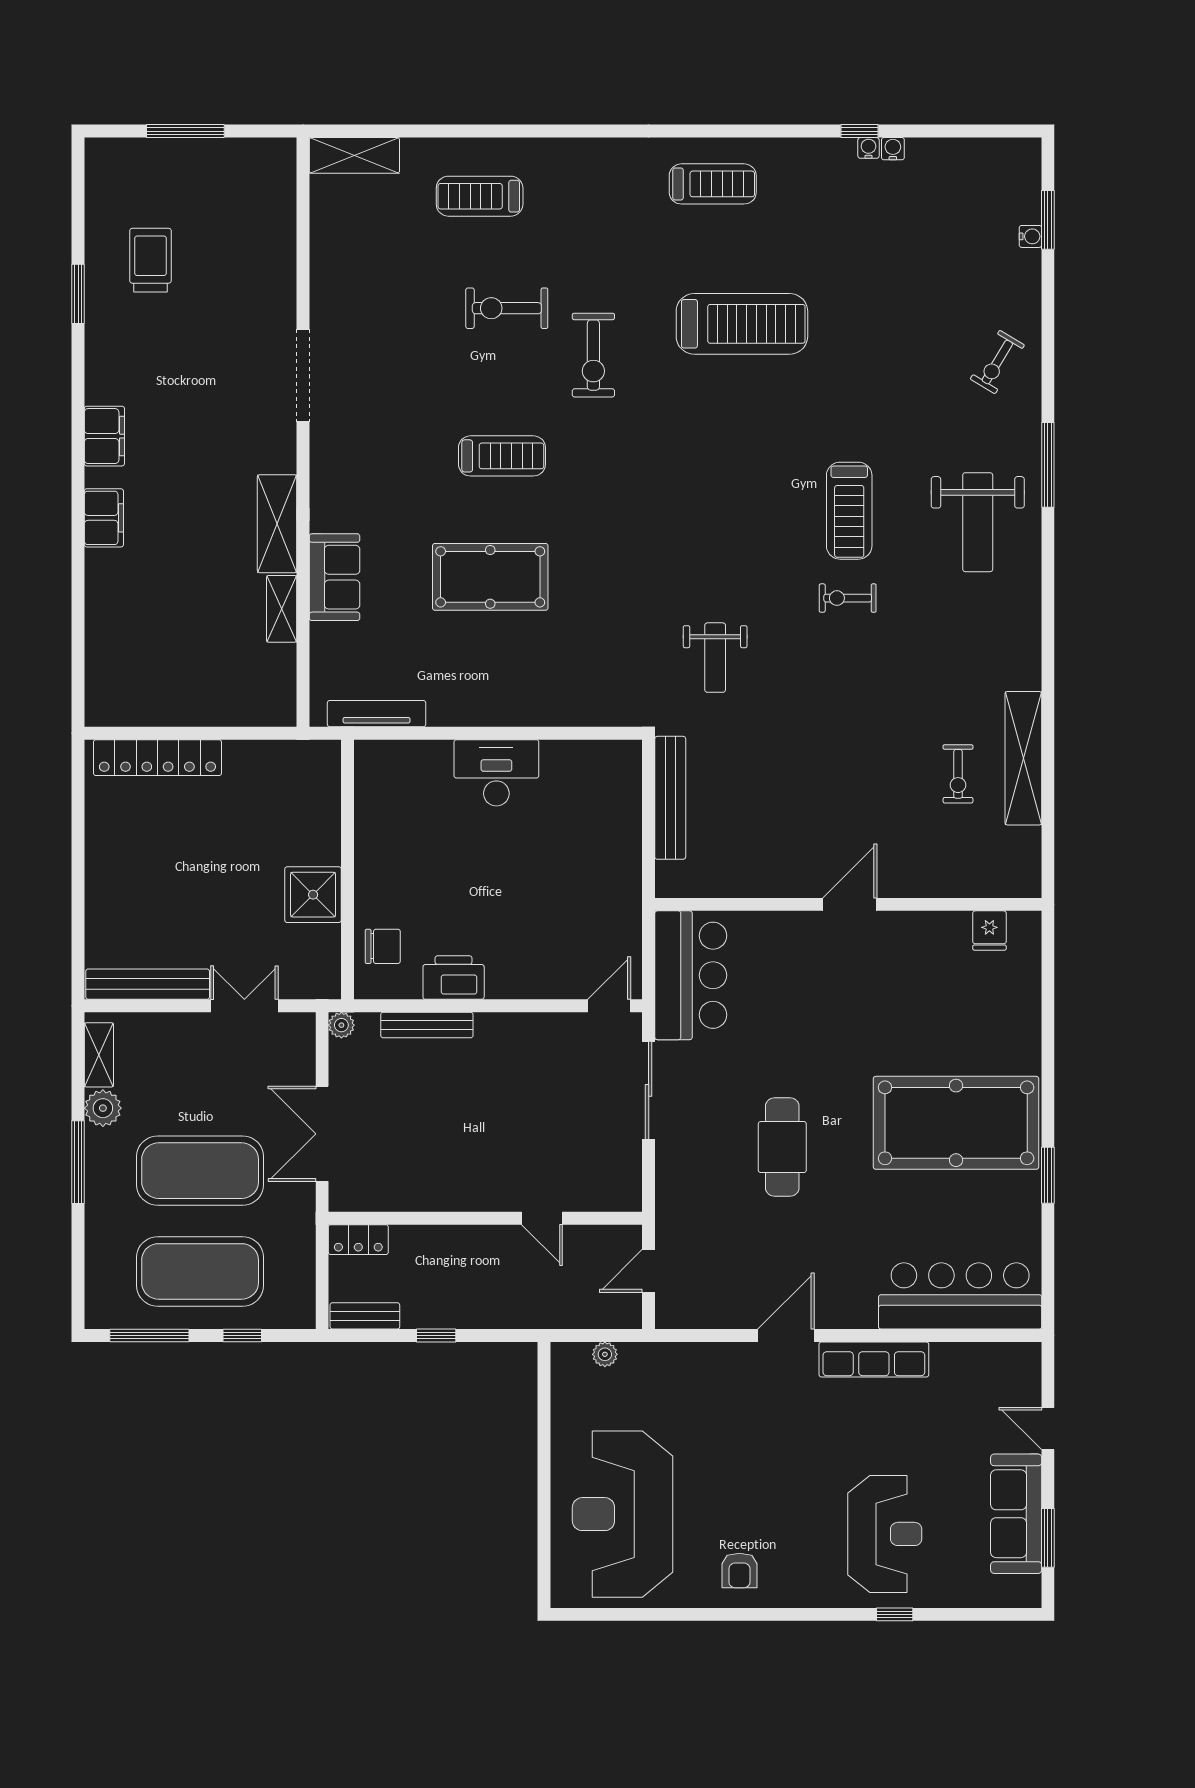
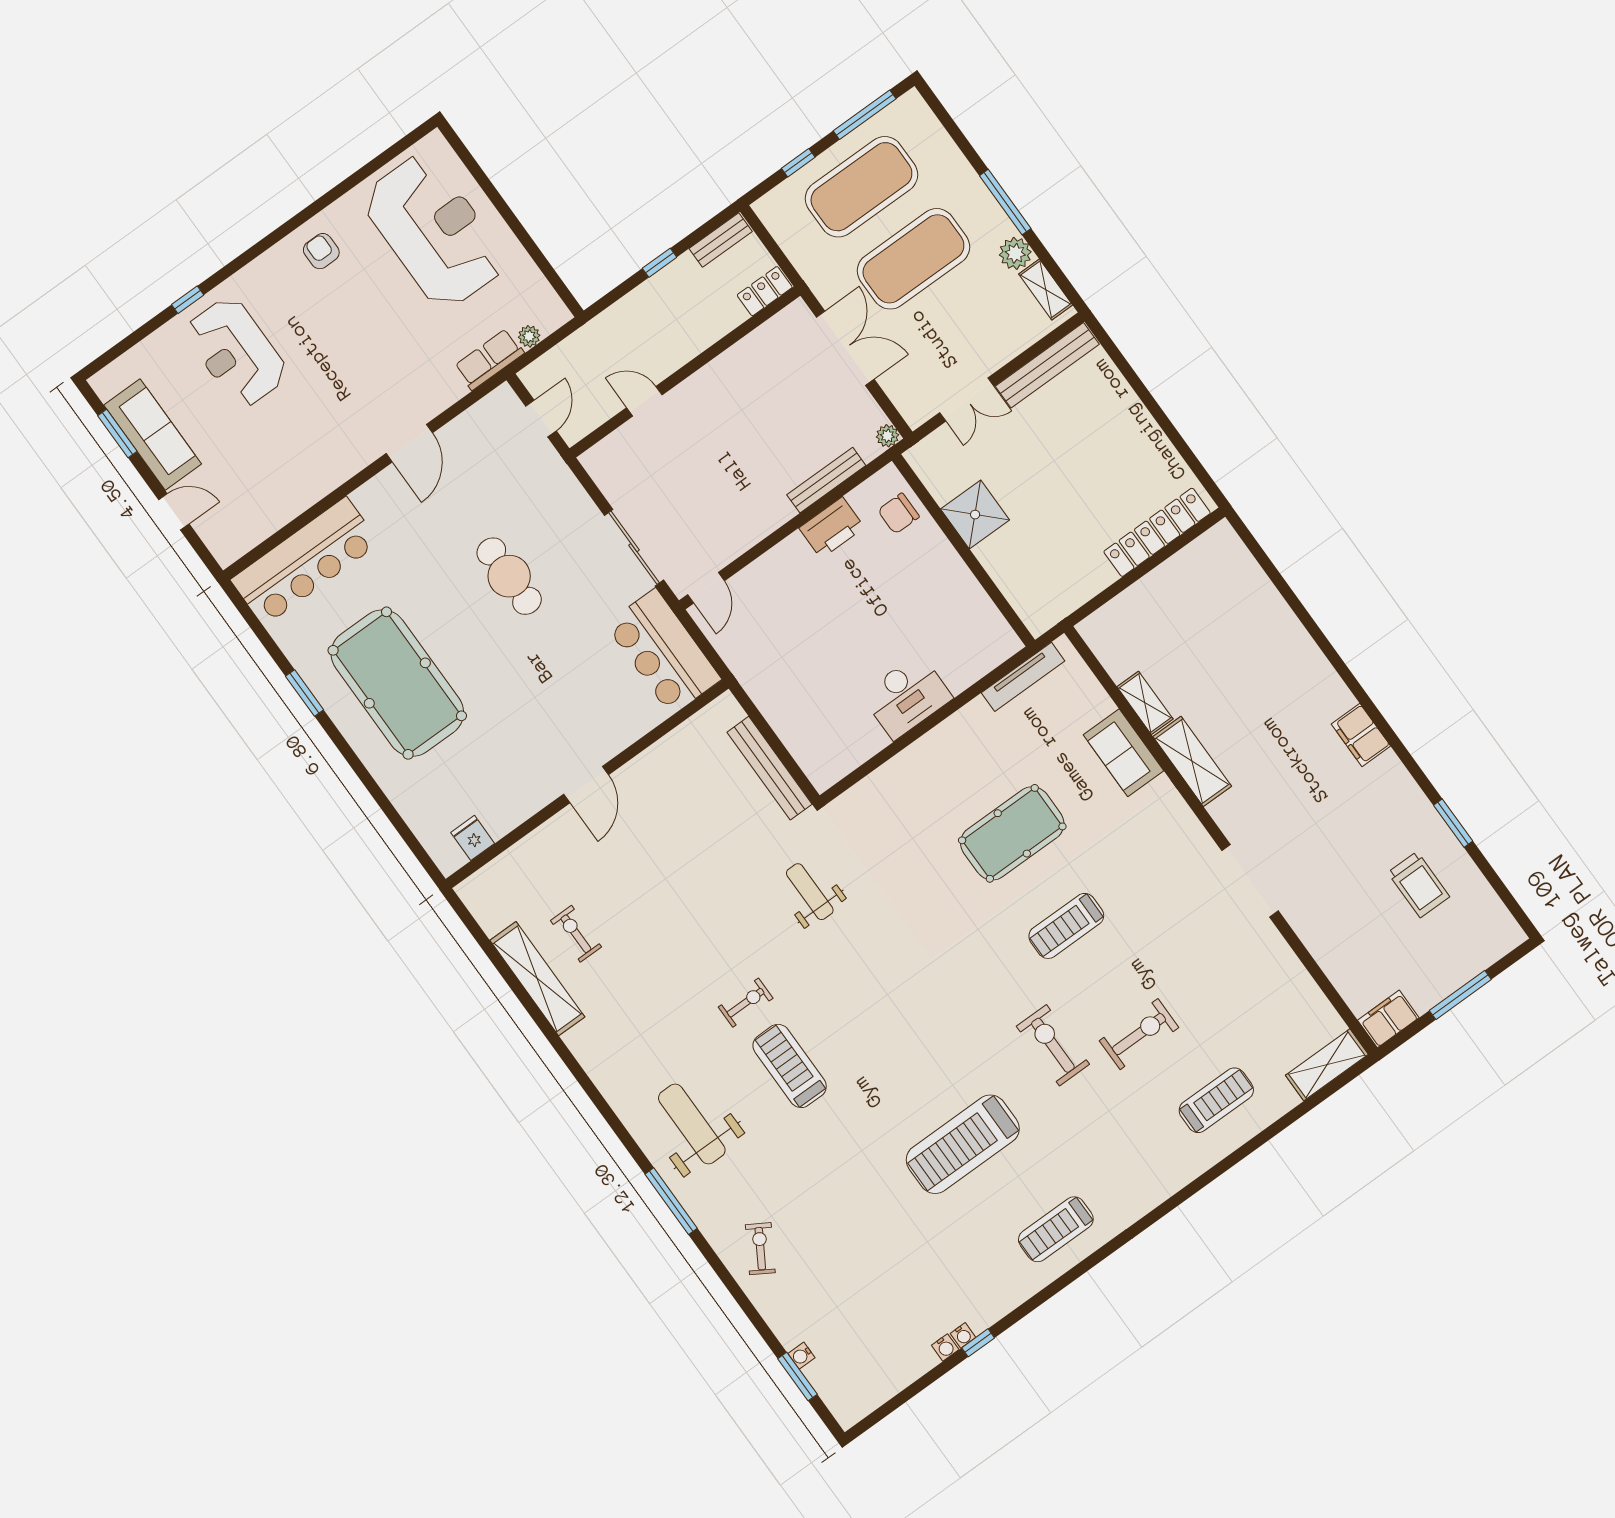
filing cabinet: (104, 518) -> (1388, 1019), moved, turned 90
pool table: (956, 1123) -> (397, 683), turned 90
row of seats: (874, 1359) -> (489, 359), moved, width x0.68

